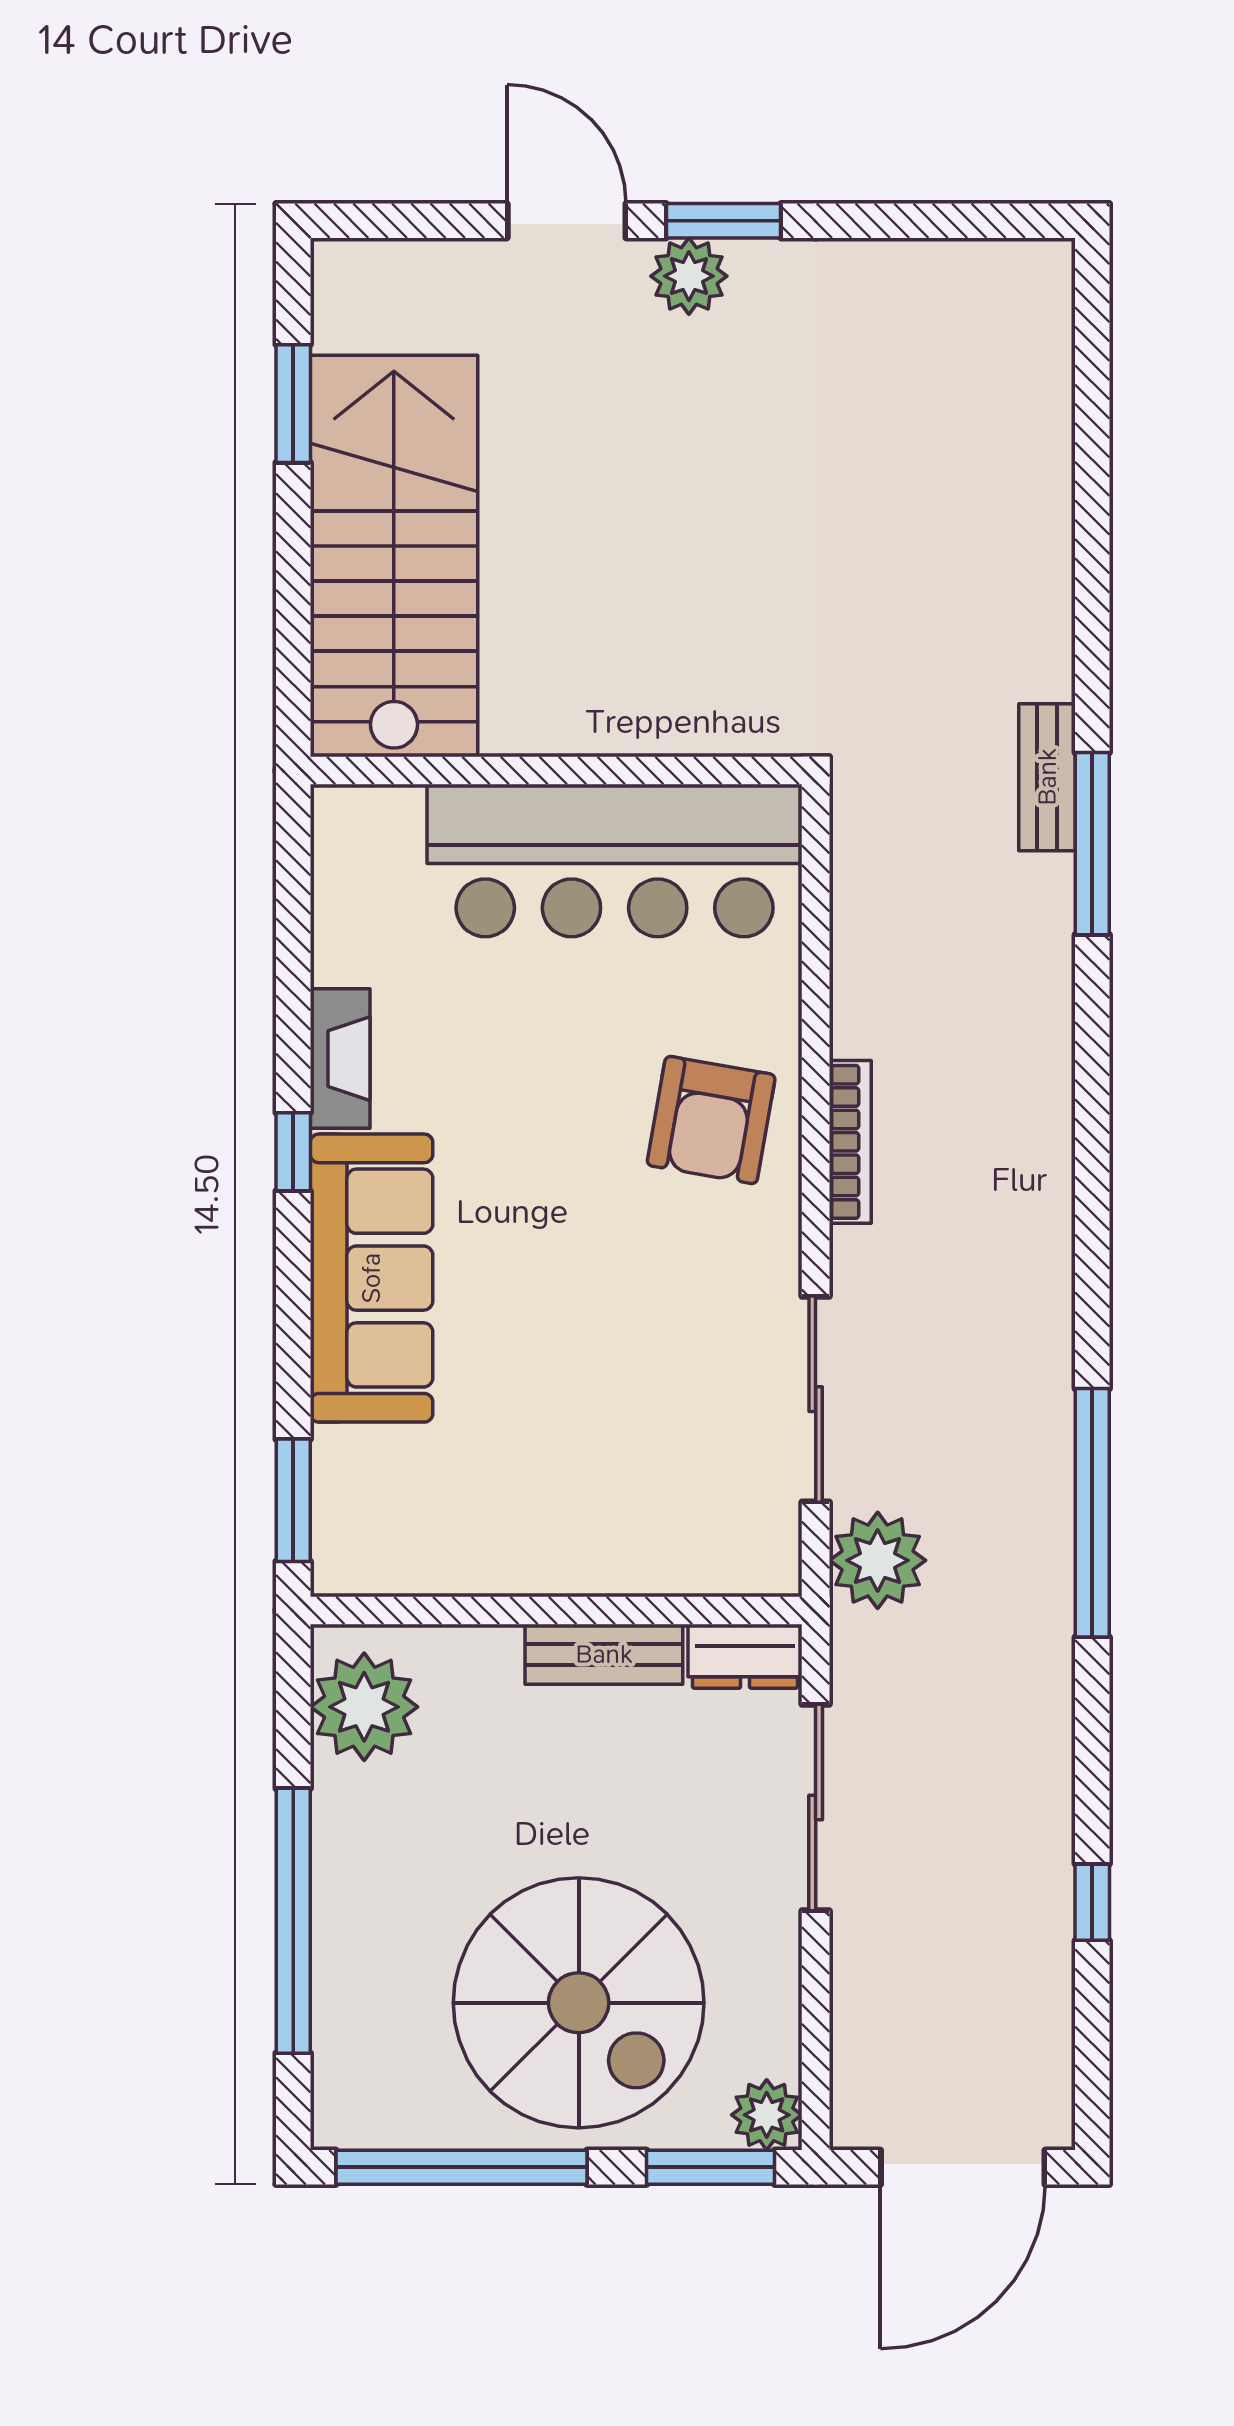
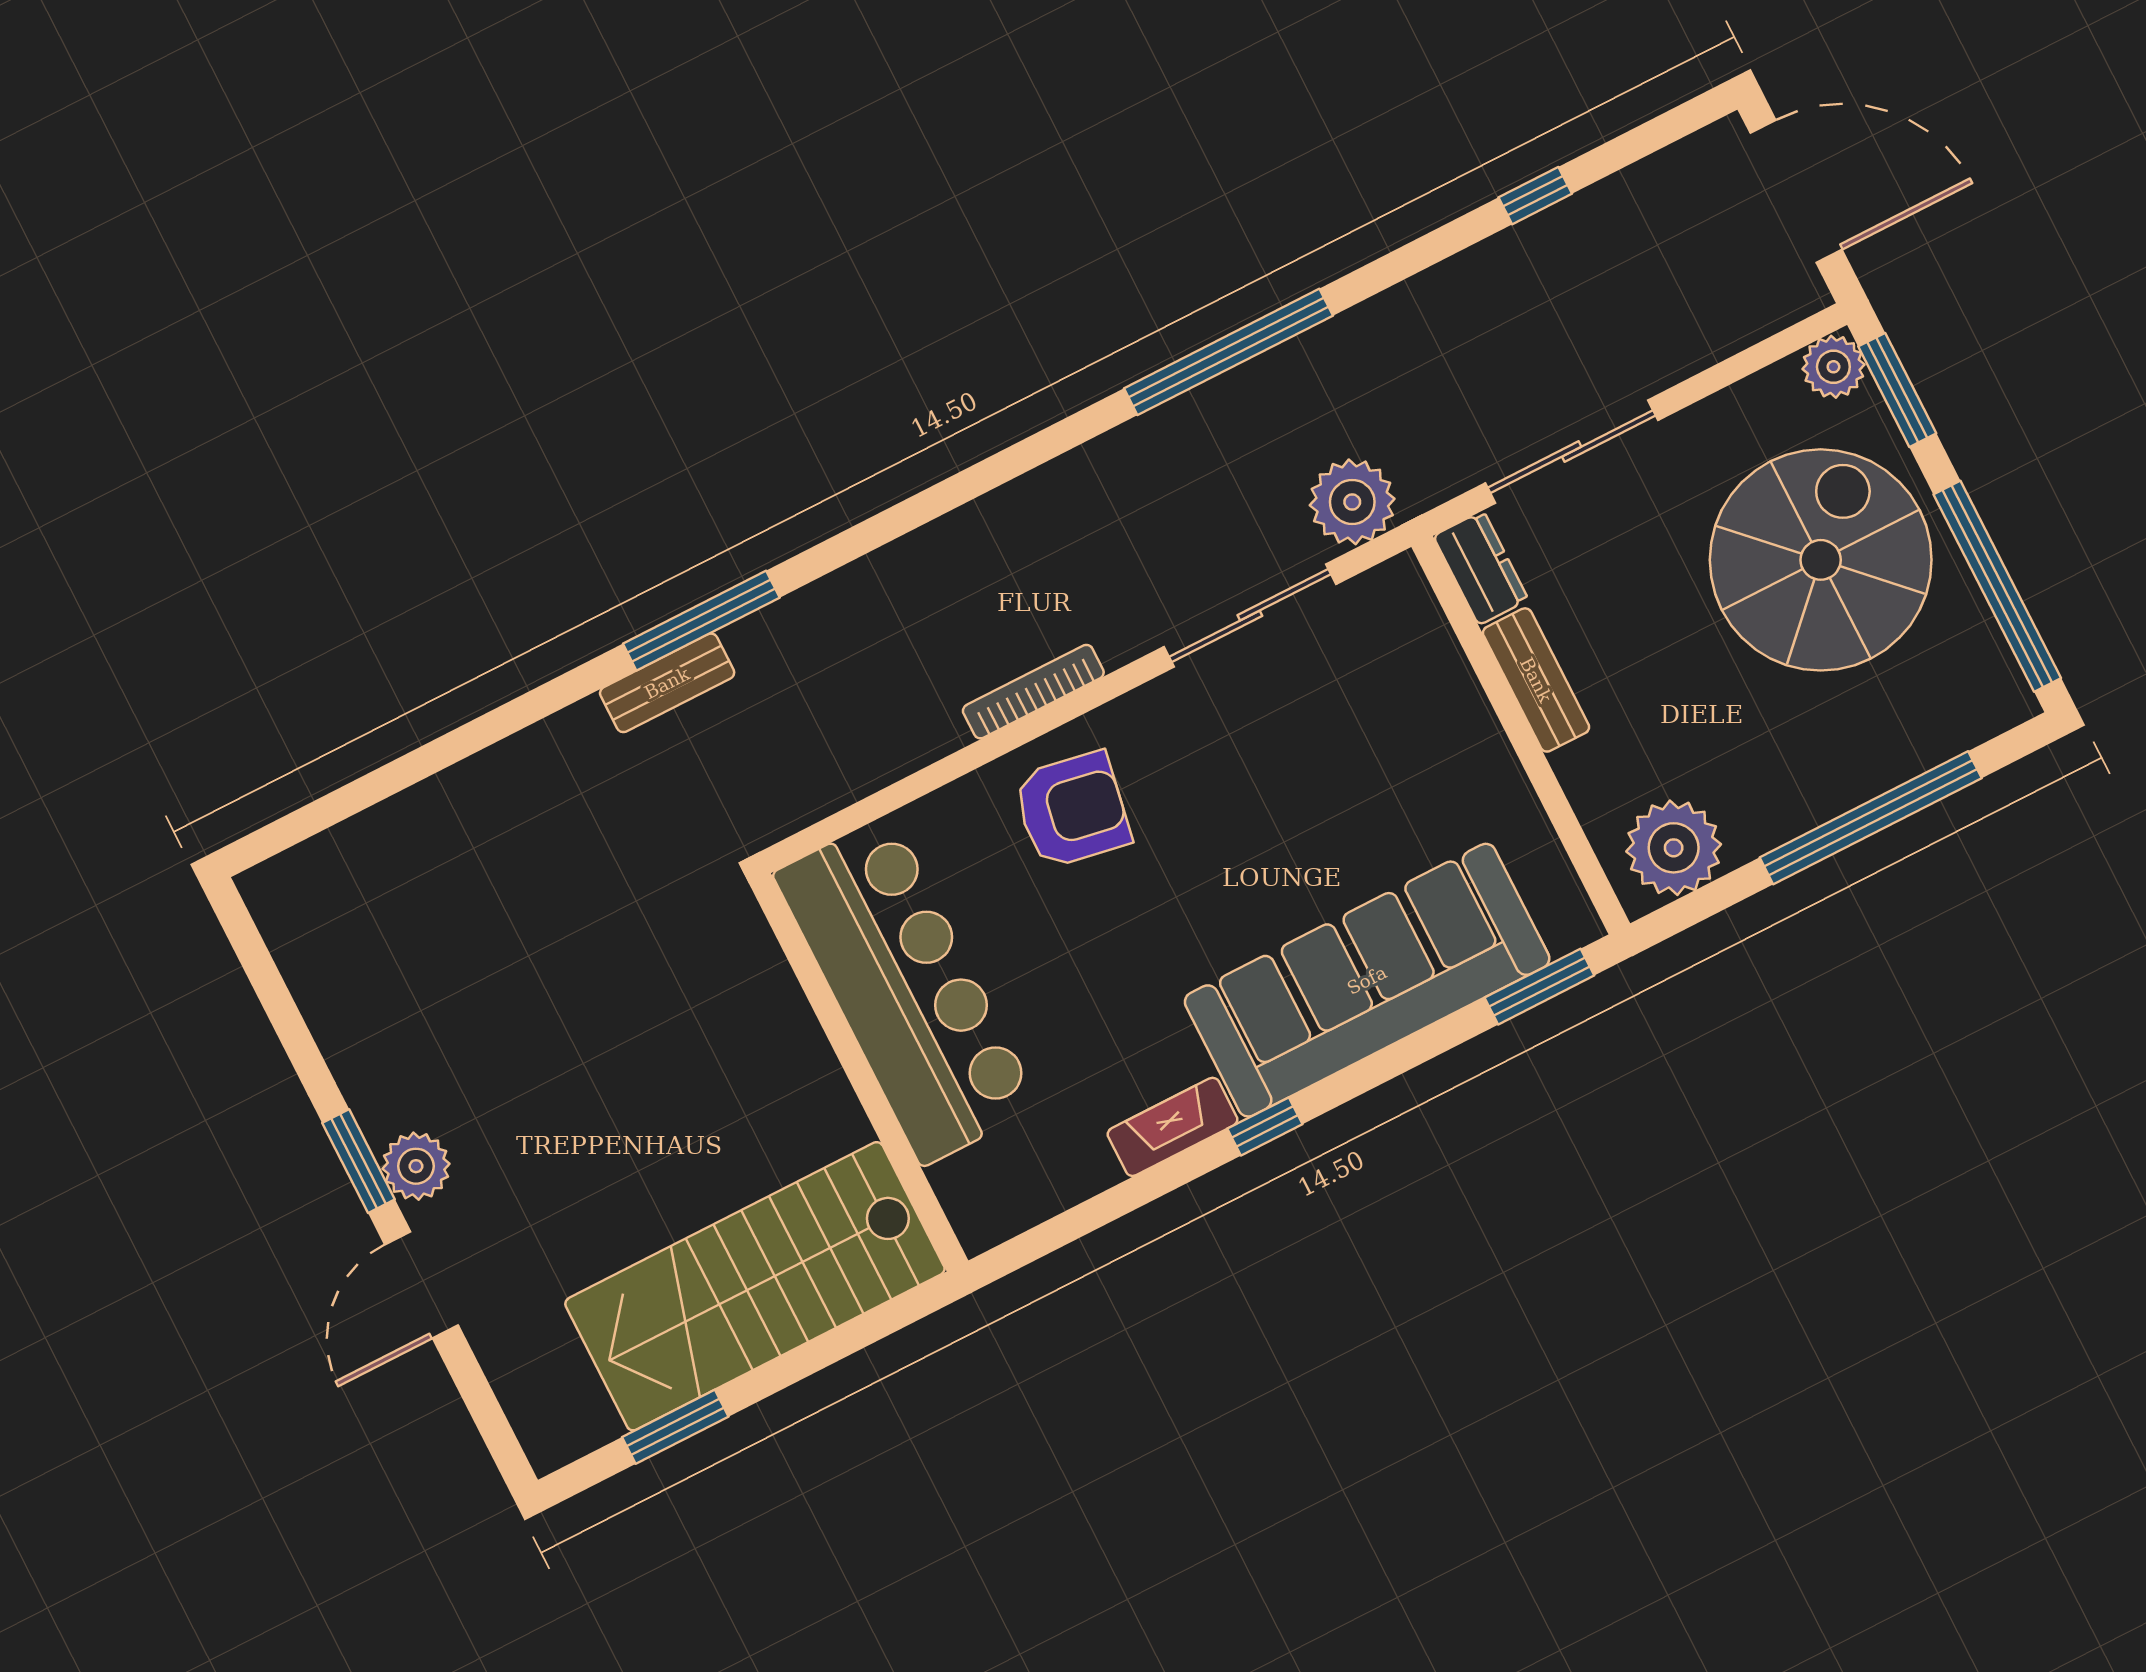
sofa: (371, 1278) -> (1367, 980), width x1.36, depth x1.27

